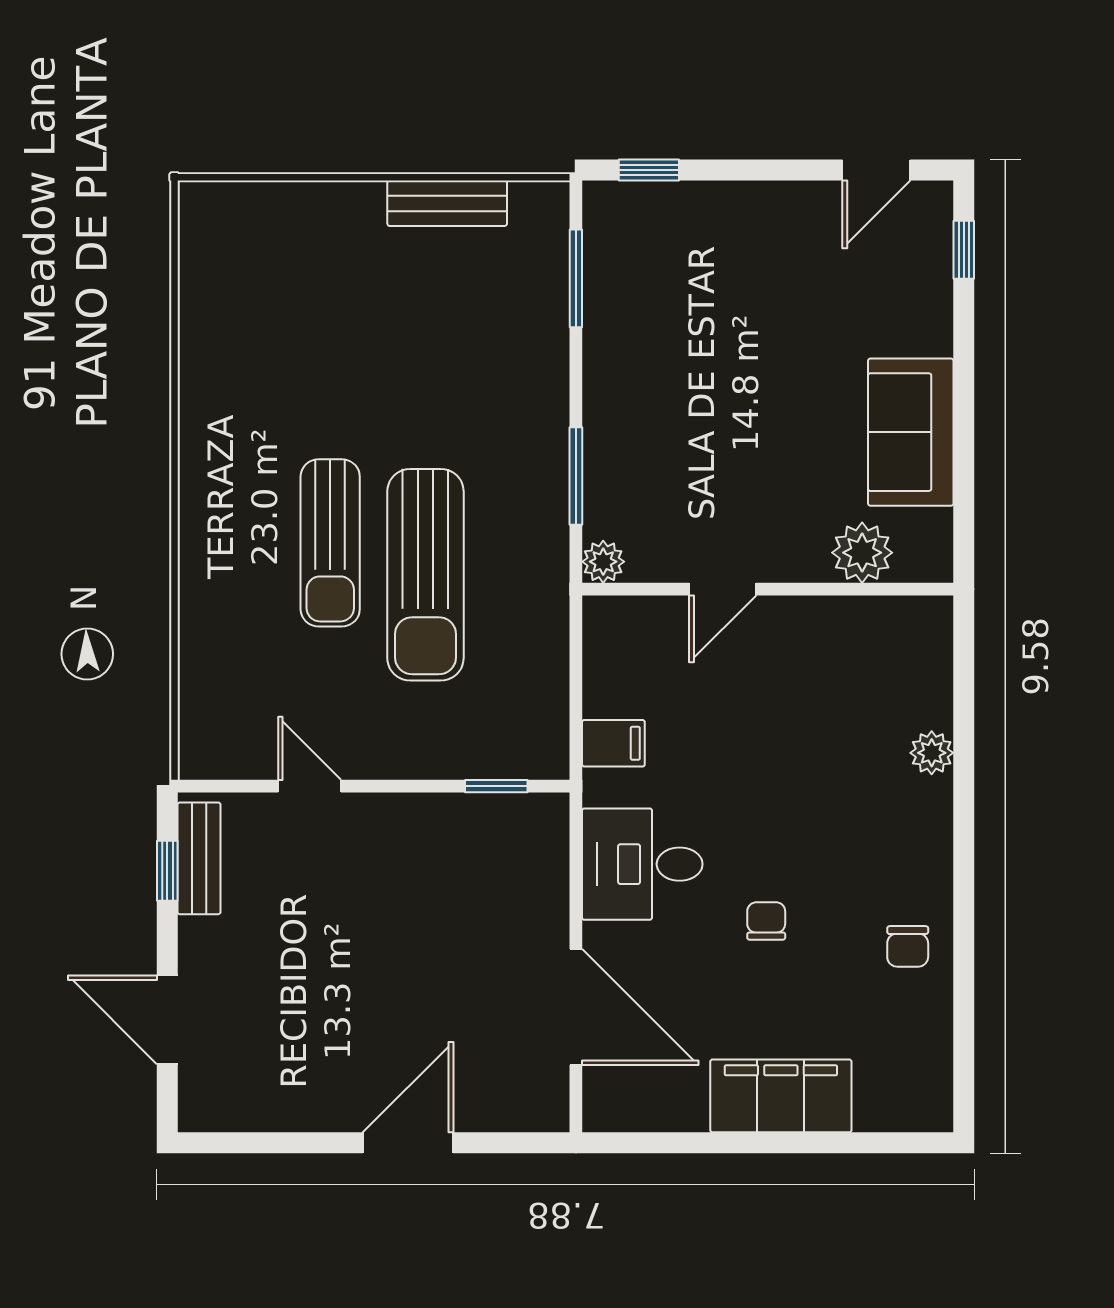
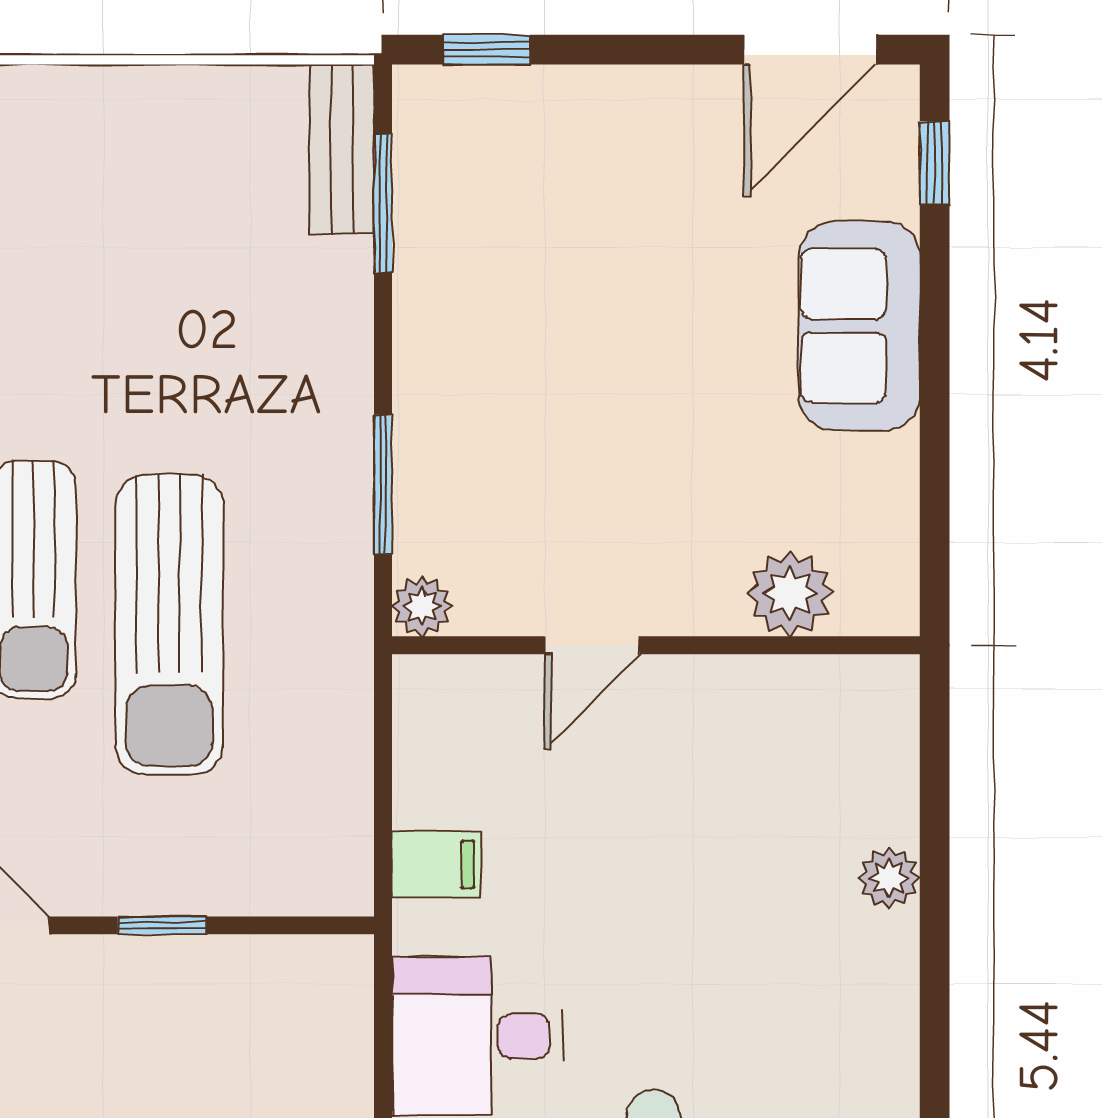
door: (876, 170) -> (810, 50), width x1.38
bench: (447, 203) -> (342, 149), moved, turned 90
sofa: (911, 432) -> (859, 326), moved
window: (496, 786) -> (162, 925), moved

